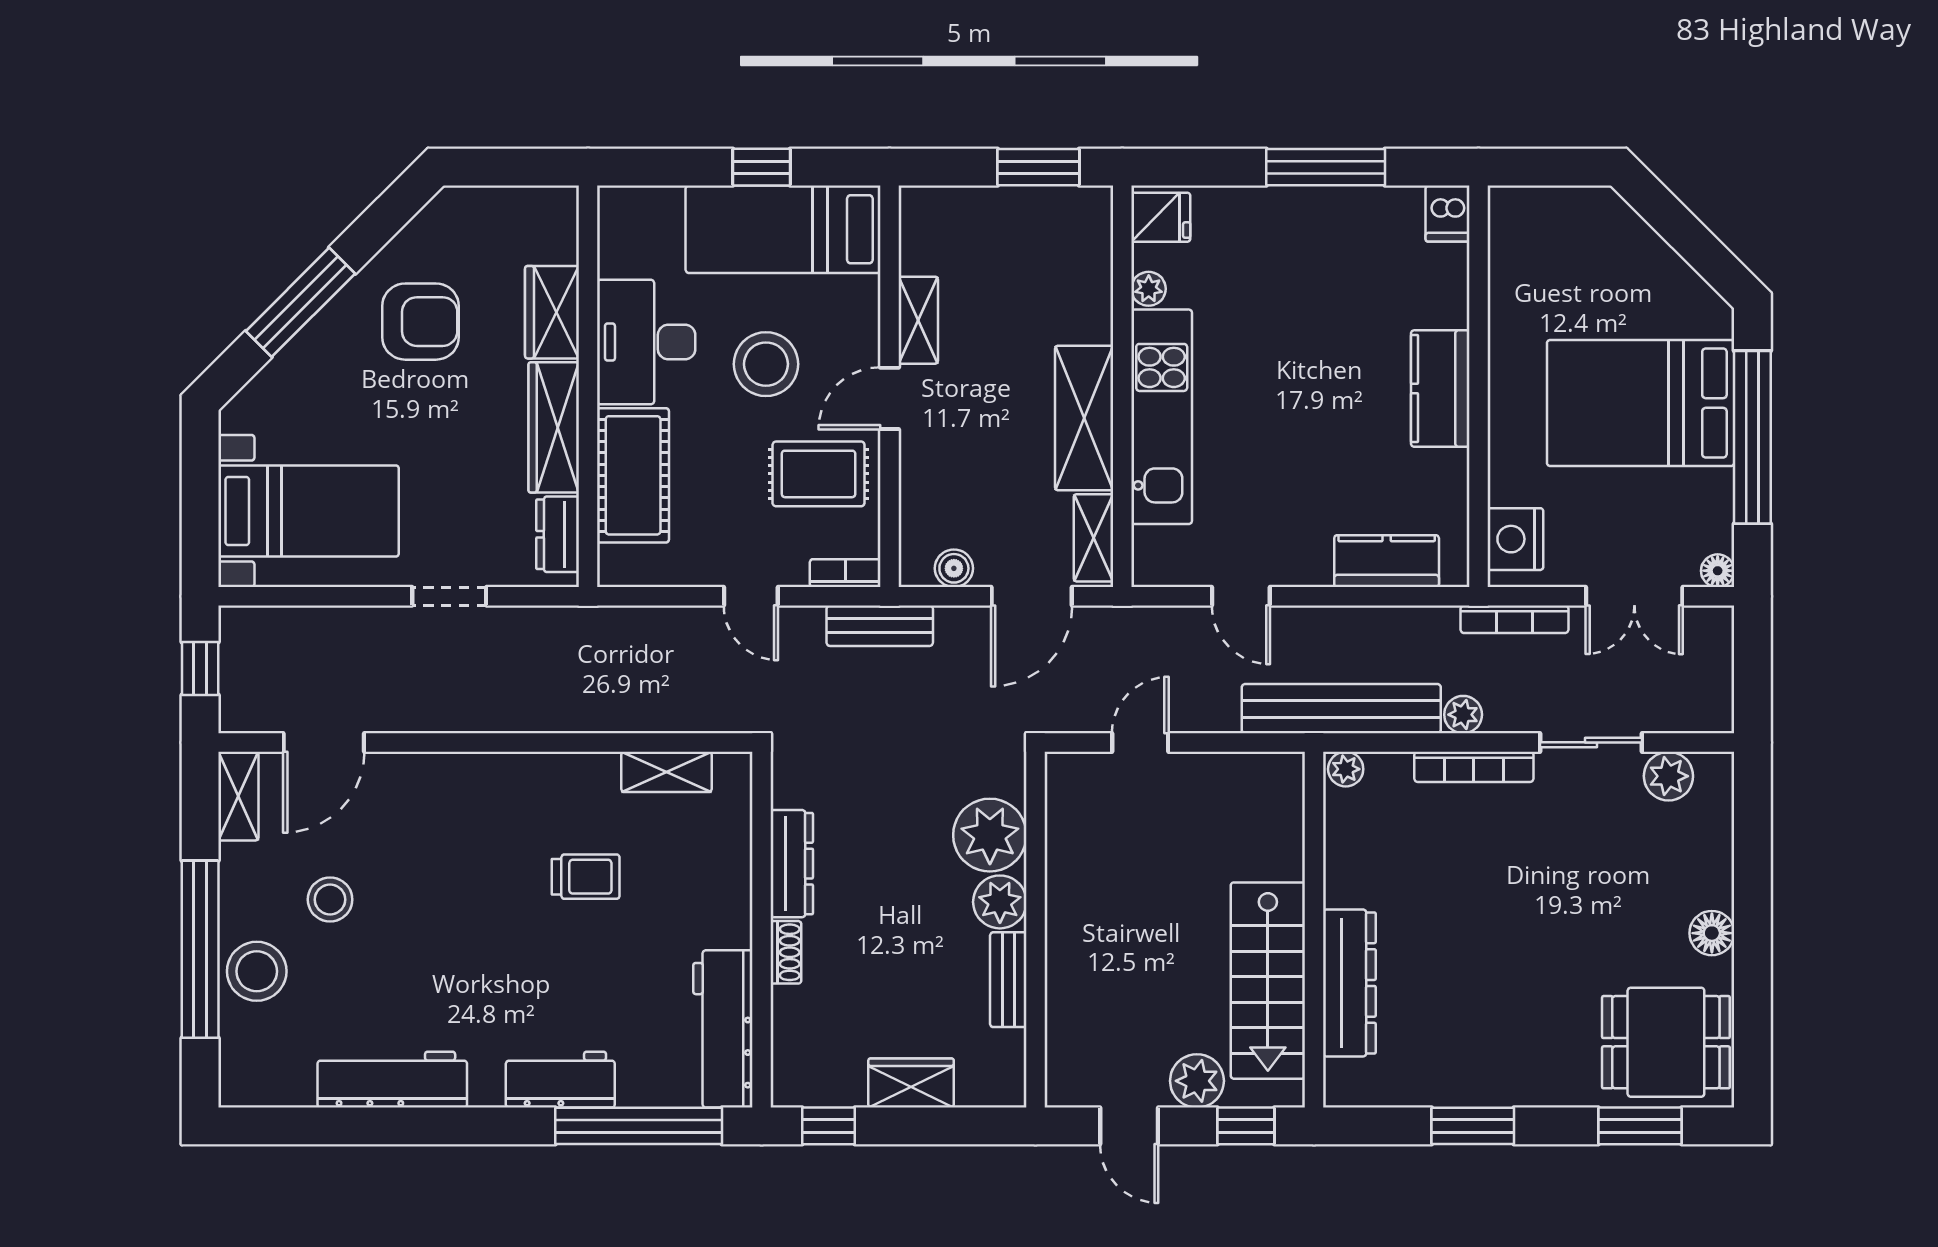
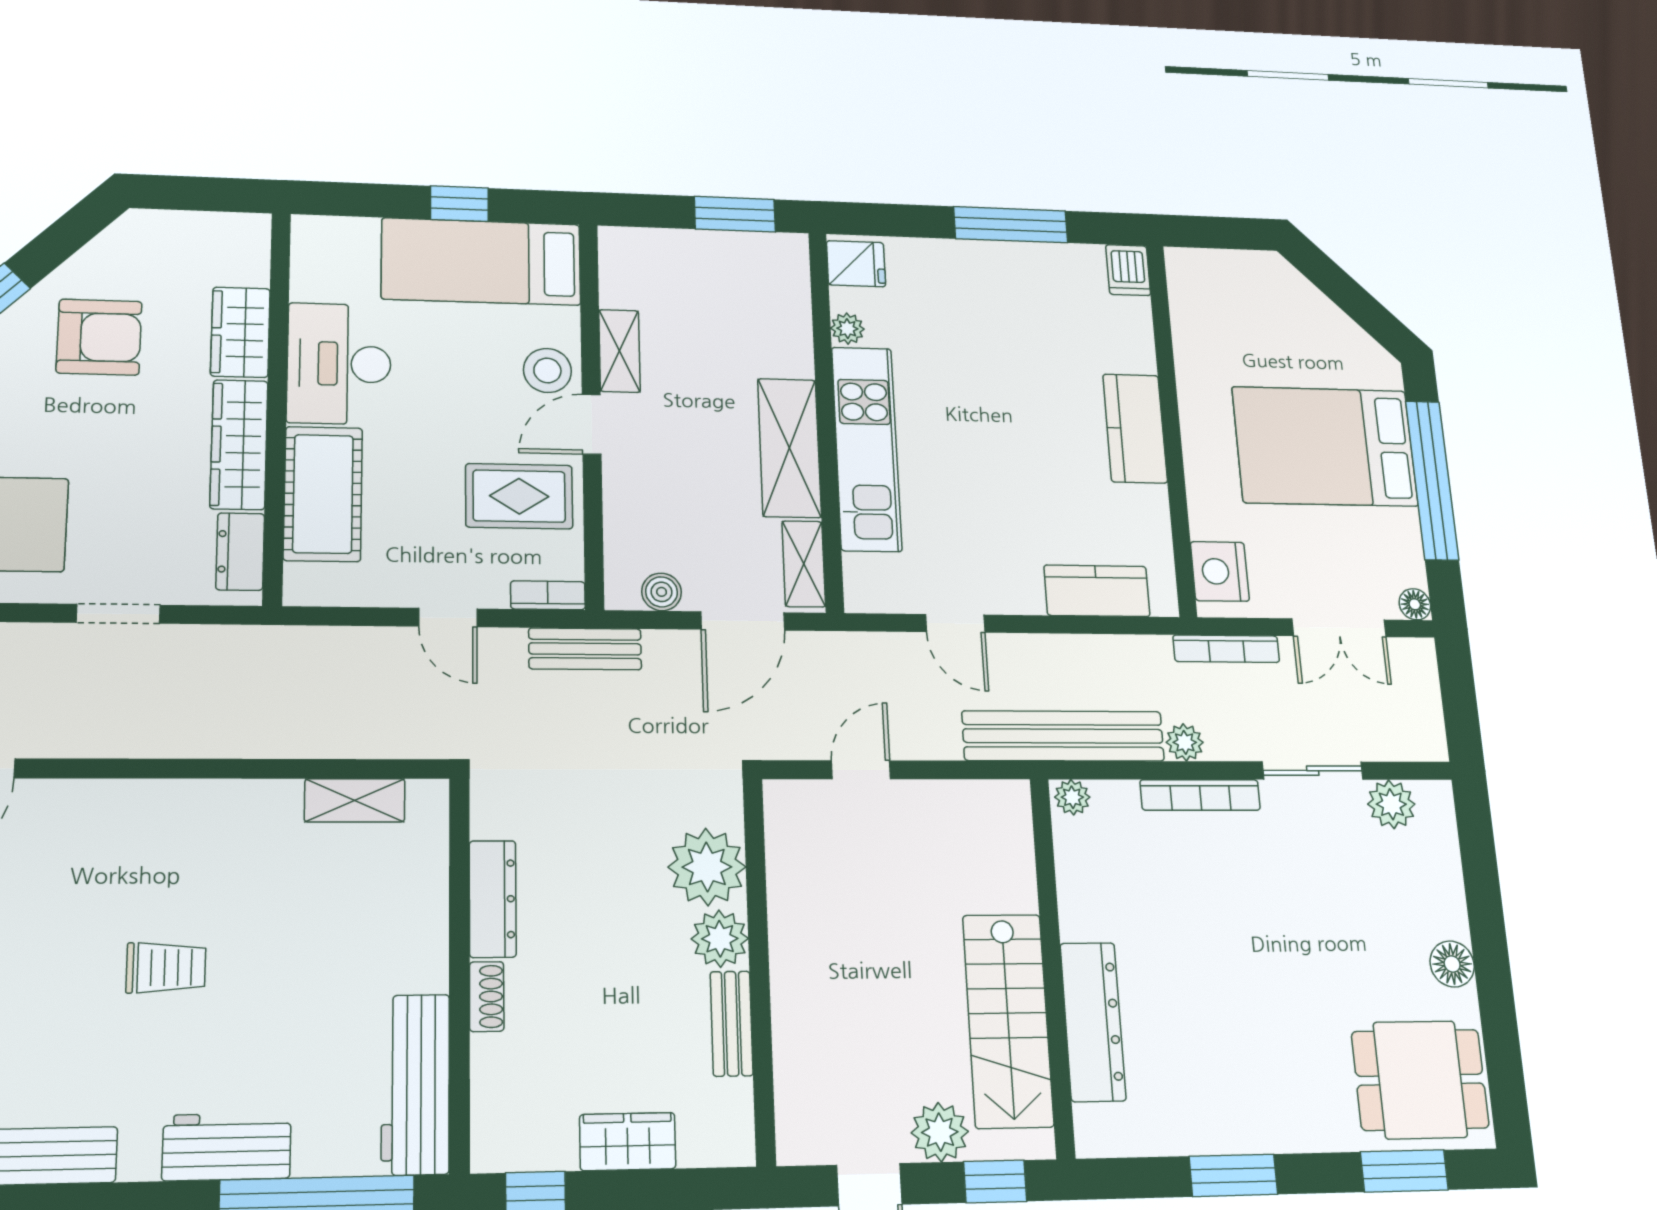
stool: (766, 364) -> (547, 370), moved, width x0.73, depth x0.73
trolley: (586, 877) -> (166, 968), moved

